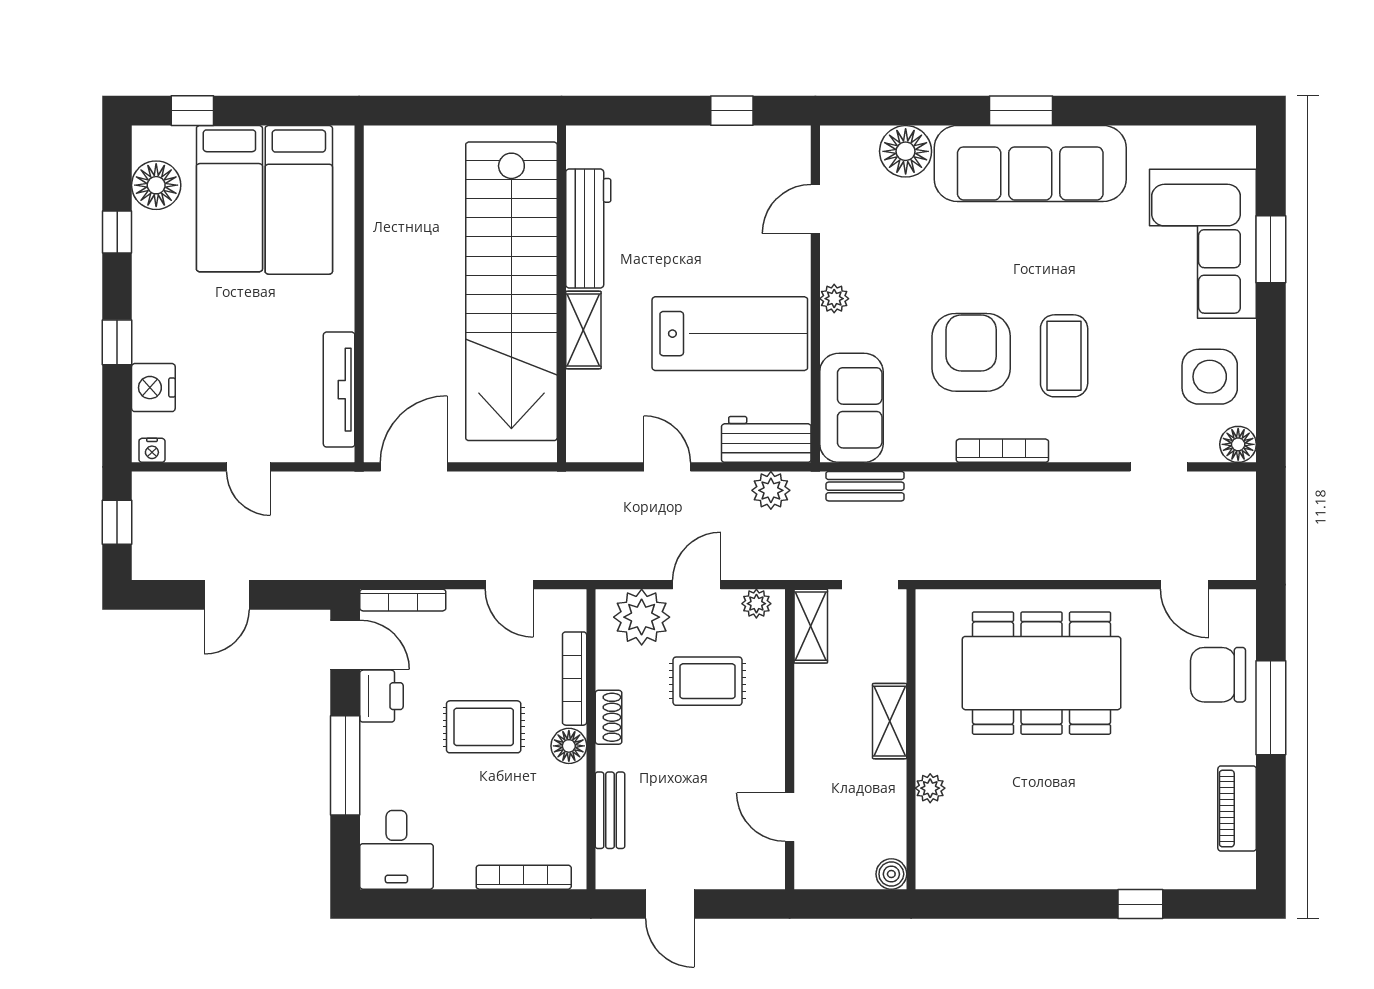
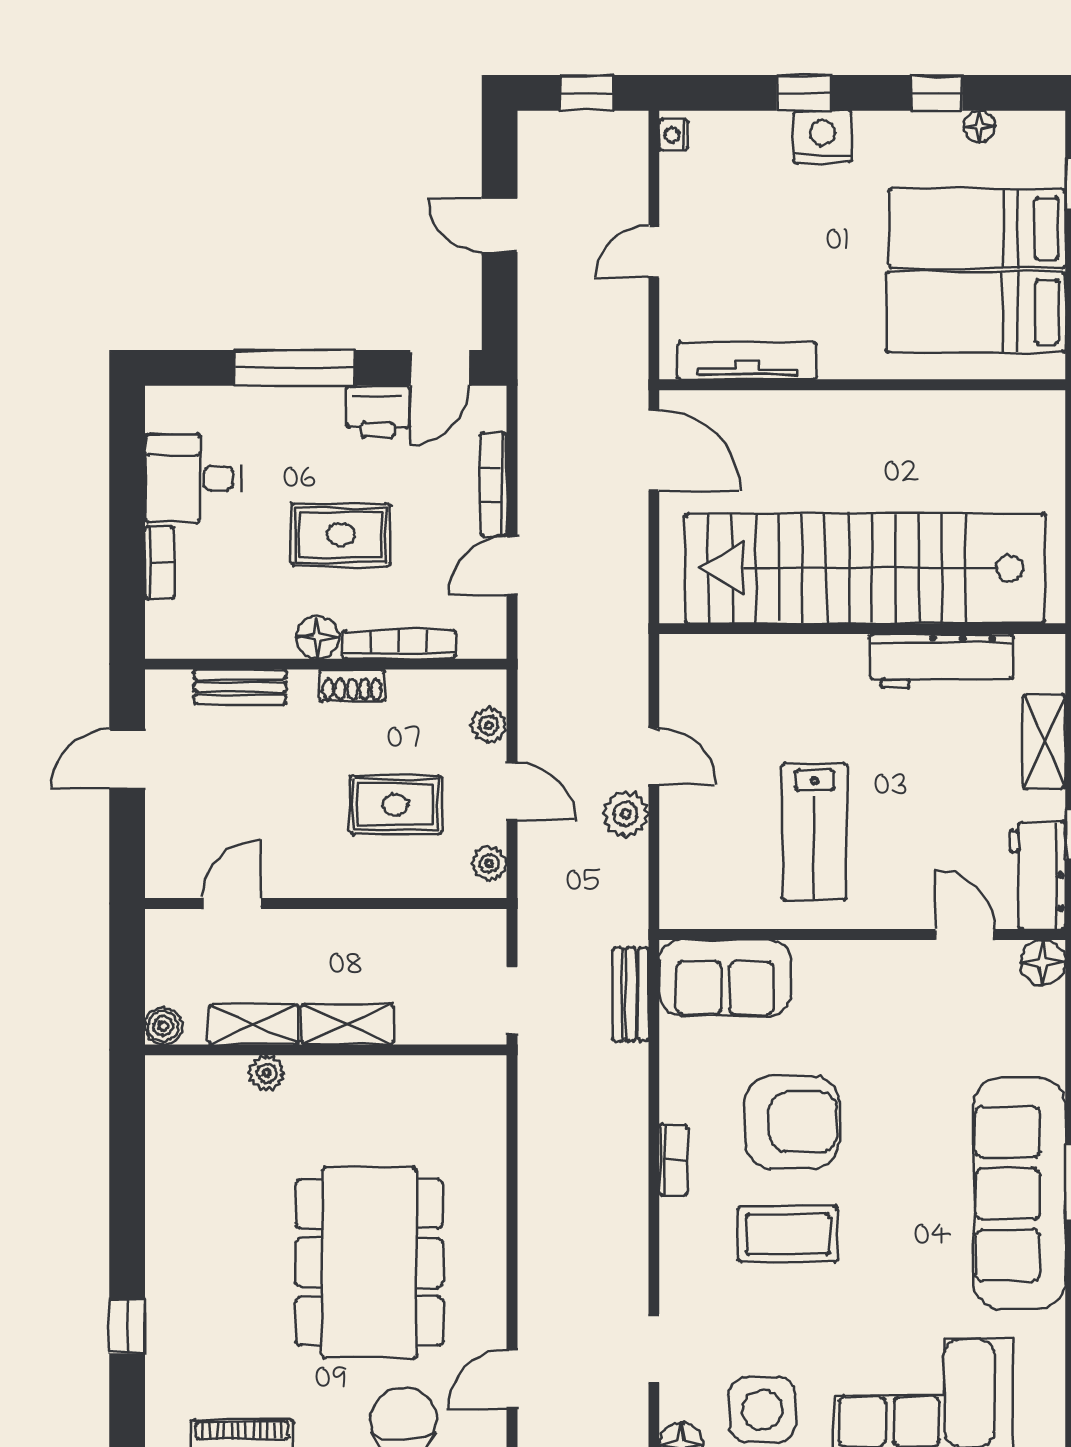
floor lamp: (906, 151) -> (1043, 963), moved, width x0.73, depth x0.73
floor lamp: (156, 185) -> (980, 126), width x0.53, depth x0.53
plant: (834, 299) -> (857, 957), removed
shelving: (583, 330) -> (1044, 742), moved, turned 90
lab bench: (730, 334) -> (815, 831), width x0.73, depth x0.72
nightstand: (153, 388) -> (823, 137), moved
workbench: (766, 439) -> (1038, 875), moved, turned 180
bookcase: (1002, 451) -> (673, 1160), width x0.64
door: (667, 467) -> (654, 756), hinge flipped
plant: (771, 490) -> (626, 814), moved
bookcase: (403, 600) -> (493, 485), moved
plant: (642, 617) -> (489, 725), width x0.53, depth x0.53
shelving: (811, 626) -> (254, 1024), moved
dining table: (1042, 673) -> (369, 1263), moved
rug: (707, 681) -> (396, 805), turned 90
rug: (484, 727) -> (341, 535), turned 90
desk: (396, 850) -> (192, 478), moved
bookcase: (524, 877) -> (160, 562), width x0.64

